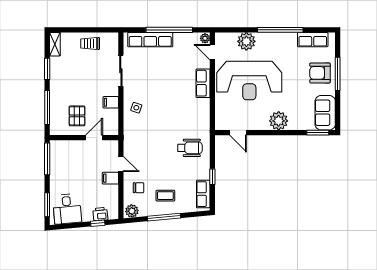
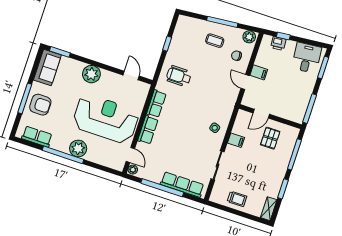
plant: (246, 41) -> (78, 148), moved
row of seats: (203, 194) -> (156, 104), moved

